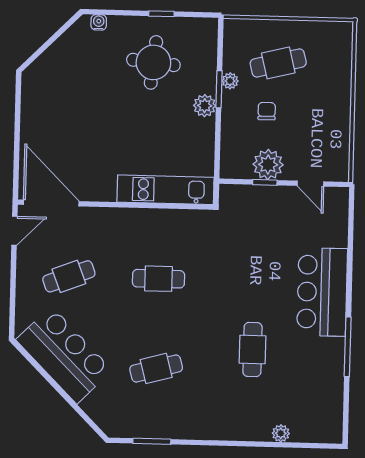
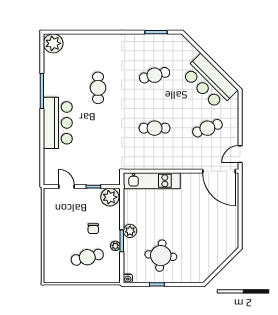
water cooler: (99, 22) -> (128, 278), moved
plant: (268, 165) -> (110, 197), moved
plant: (281, 433) -> (53, 43), moved, width x1.87, depth x1.87

